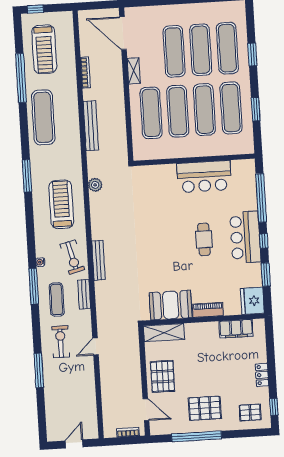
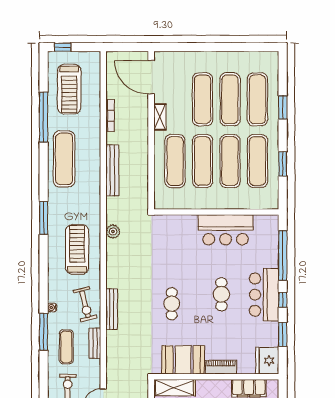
cafe table: (156, 251) -> (172, 304), added

